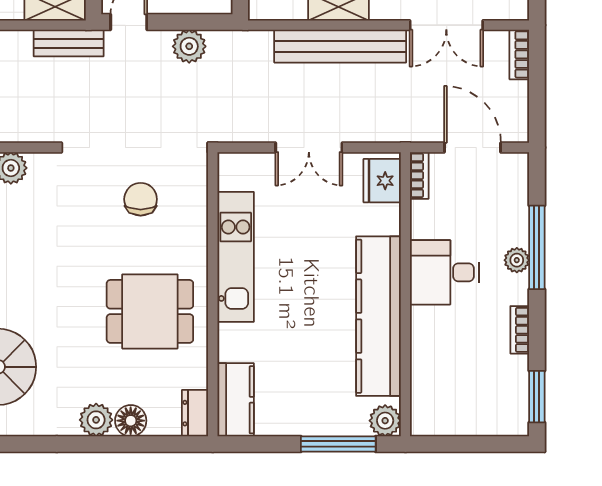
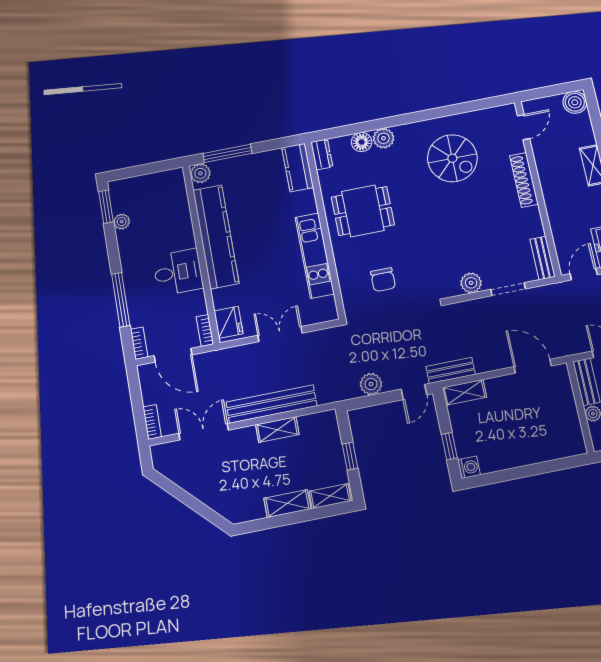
plant: (517, 260) -> (122, 222), moved
bookcase: (520, 330) -> (139, 343), moved

